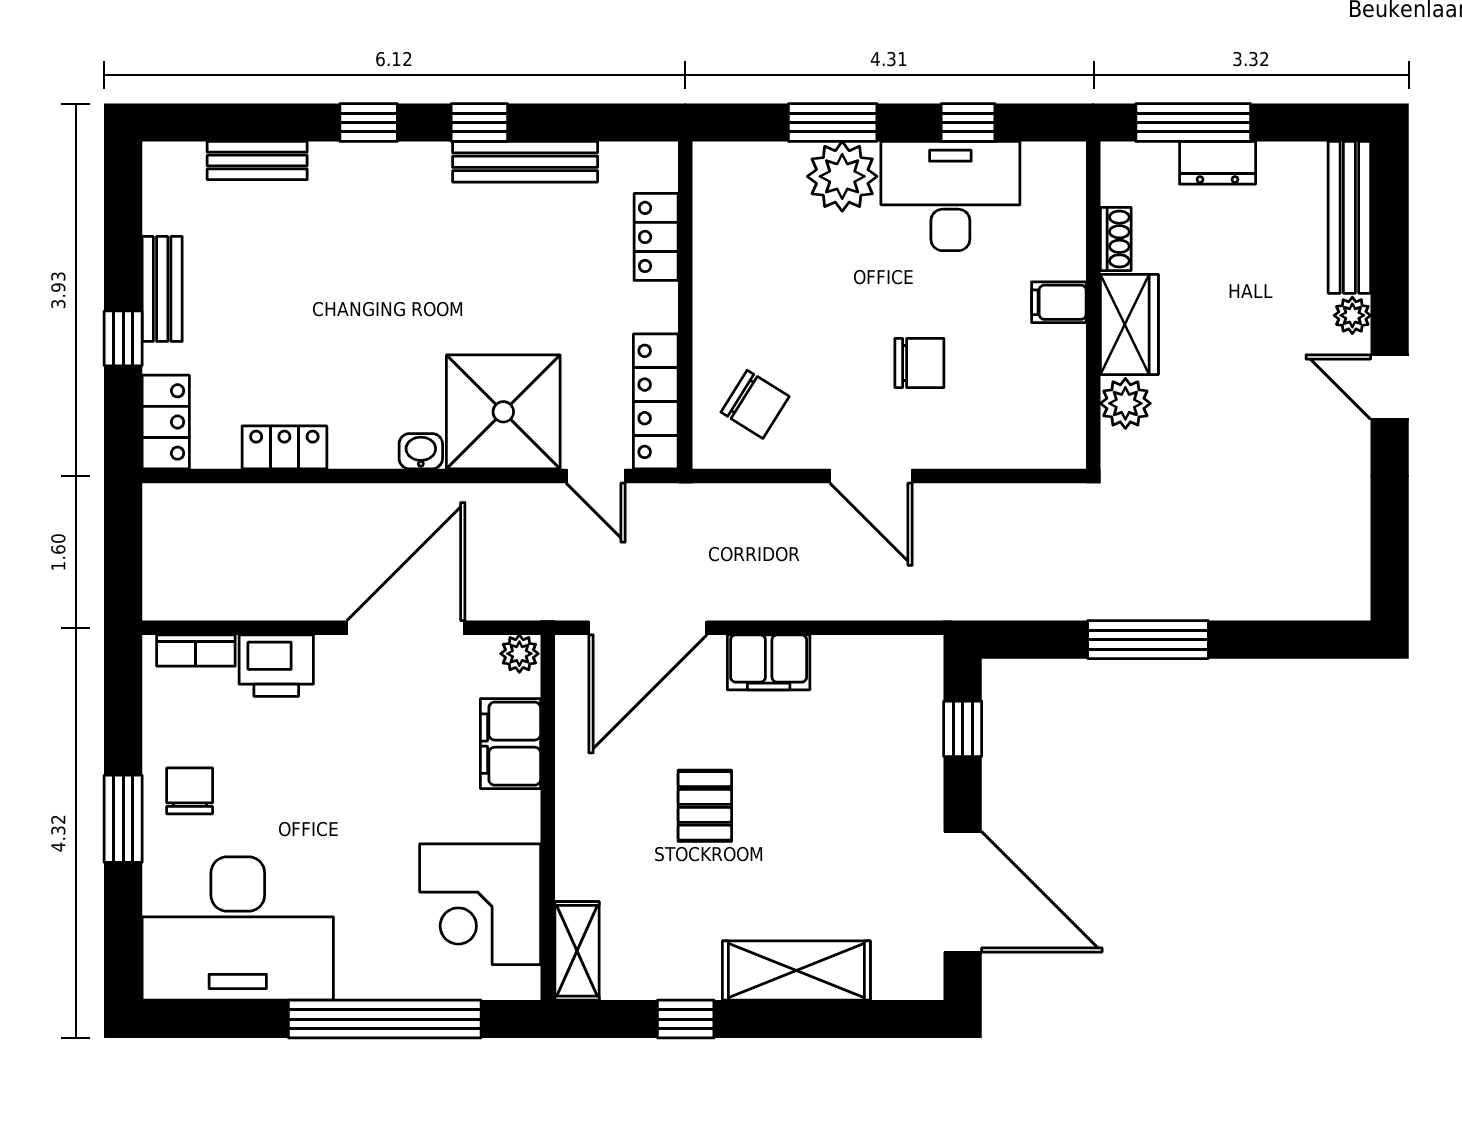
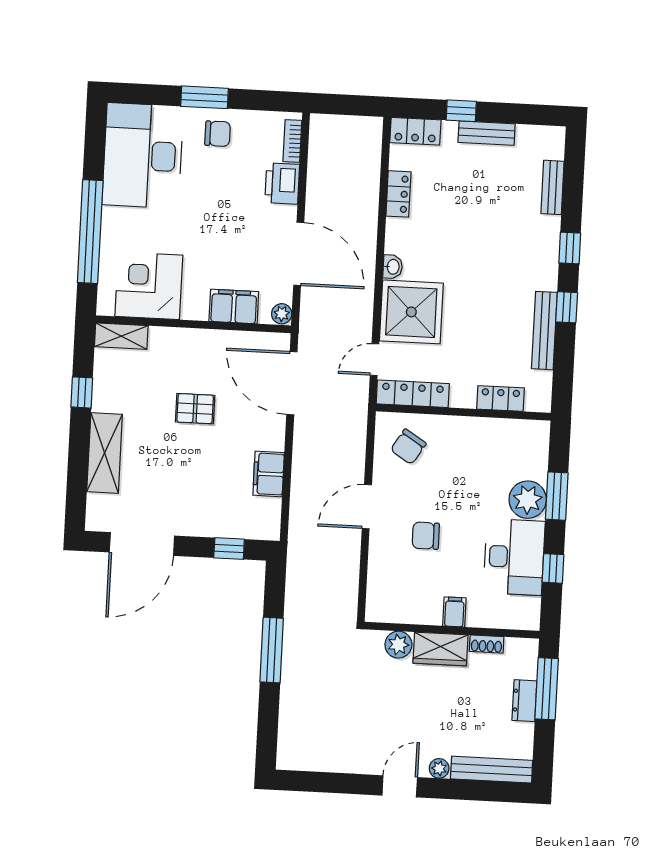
chair: (919, 363) -> (426, 536), turned 90
filing cabinet: (769, 662) -> (269, 474), moved

